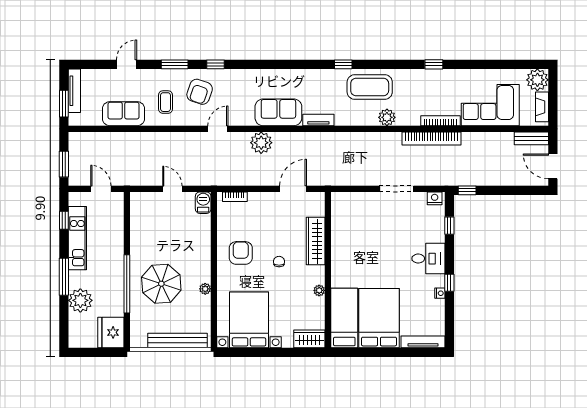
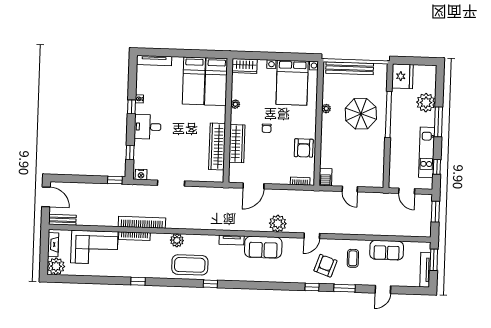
wardrobe: (340, 237) -> (217, 147), added
armchair: (241, 253) -> (304, 148), moved
bed: (379, 318) -> (194, 81), width x0.67

